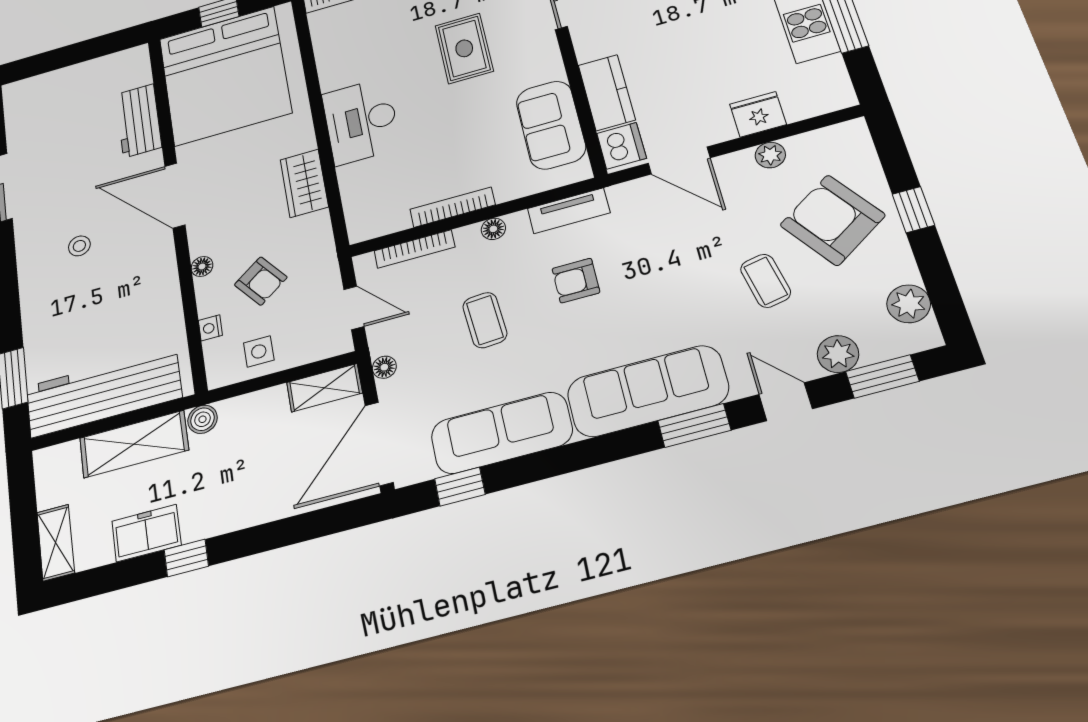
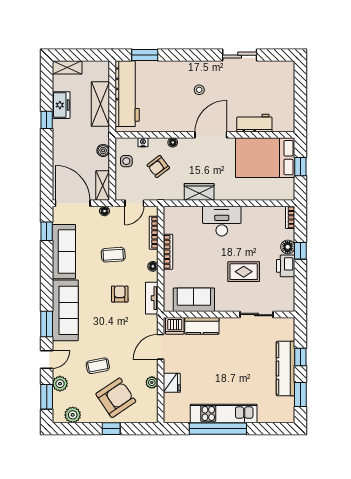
bed: (225, 75) -> (265, 158), width x0.73
boiler: (202, 419) -> (103, 150), moved

